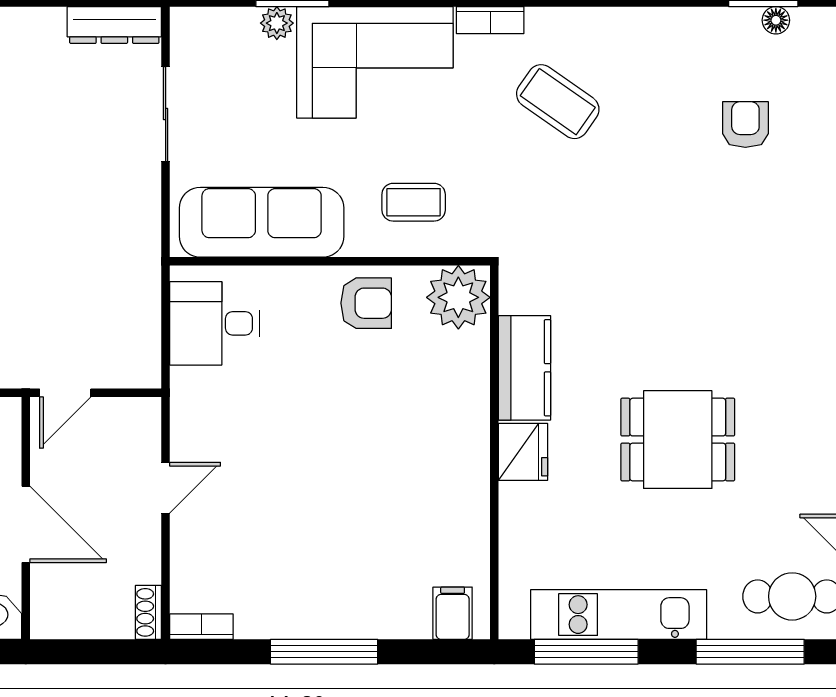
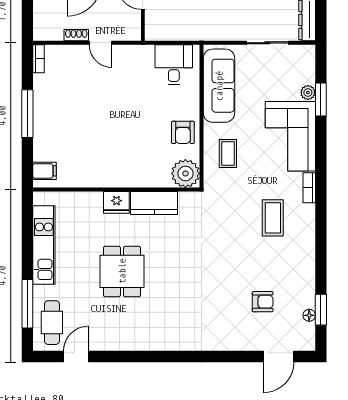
coffee table: (558, 102) -> (273, 218), turned -35
shoe rack: (148, 612) -> (76, 35), moved
window: (586, 652) -> (27, 231), removed

